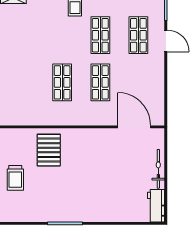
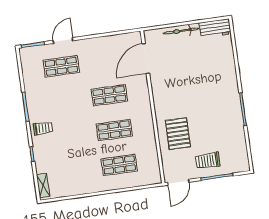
shop shelf: (100, 35) -> (119, 165), moved
pallet: (49, 150) -> (178, 134), turned 90
trolley: (15, 178) -> (208, 161), turned 180

